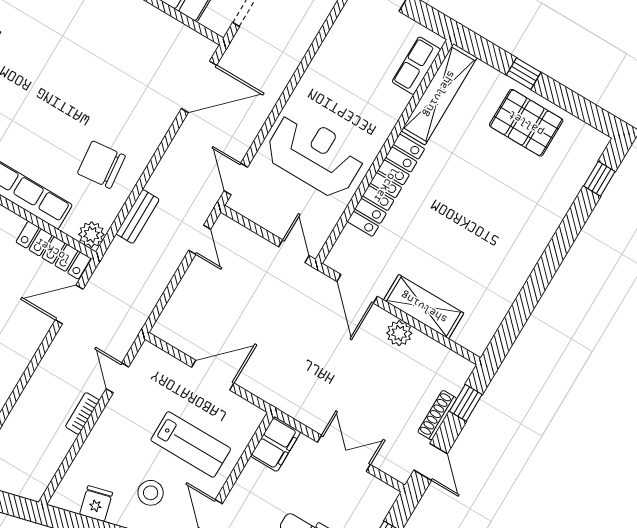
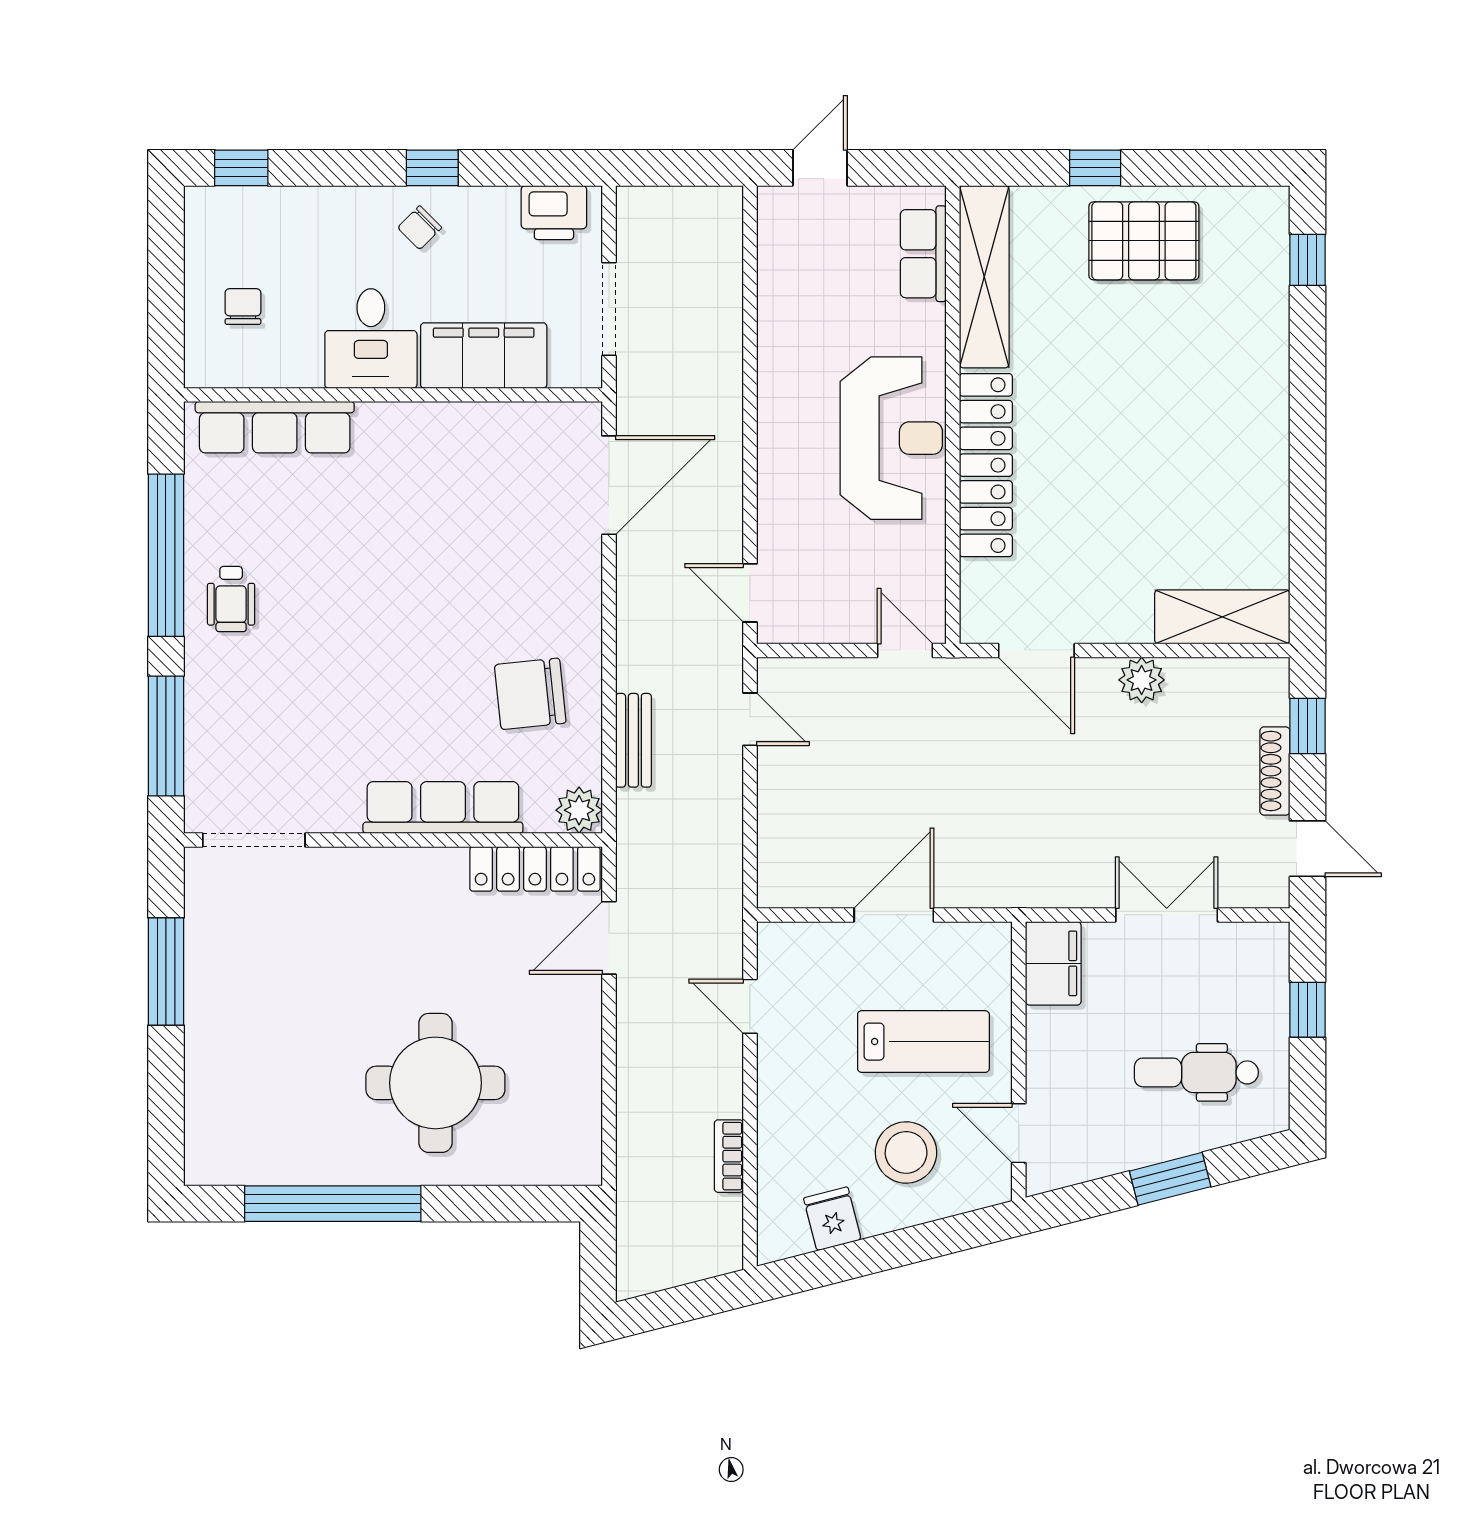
reception desk: (315, 155) -> (891, 438), moved, turned 90
shelving: (424, 307) -> (1222, 617), moved
bookcase: (82, 413) -> (729, 1156), moved
stool: (151, 493) -> (906, 1152), width x1.38, depth x1.38

